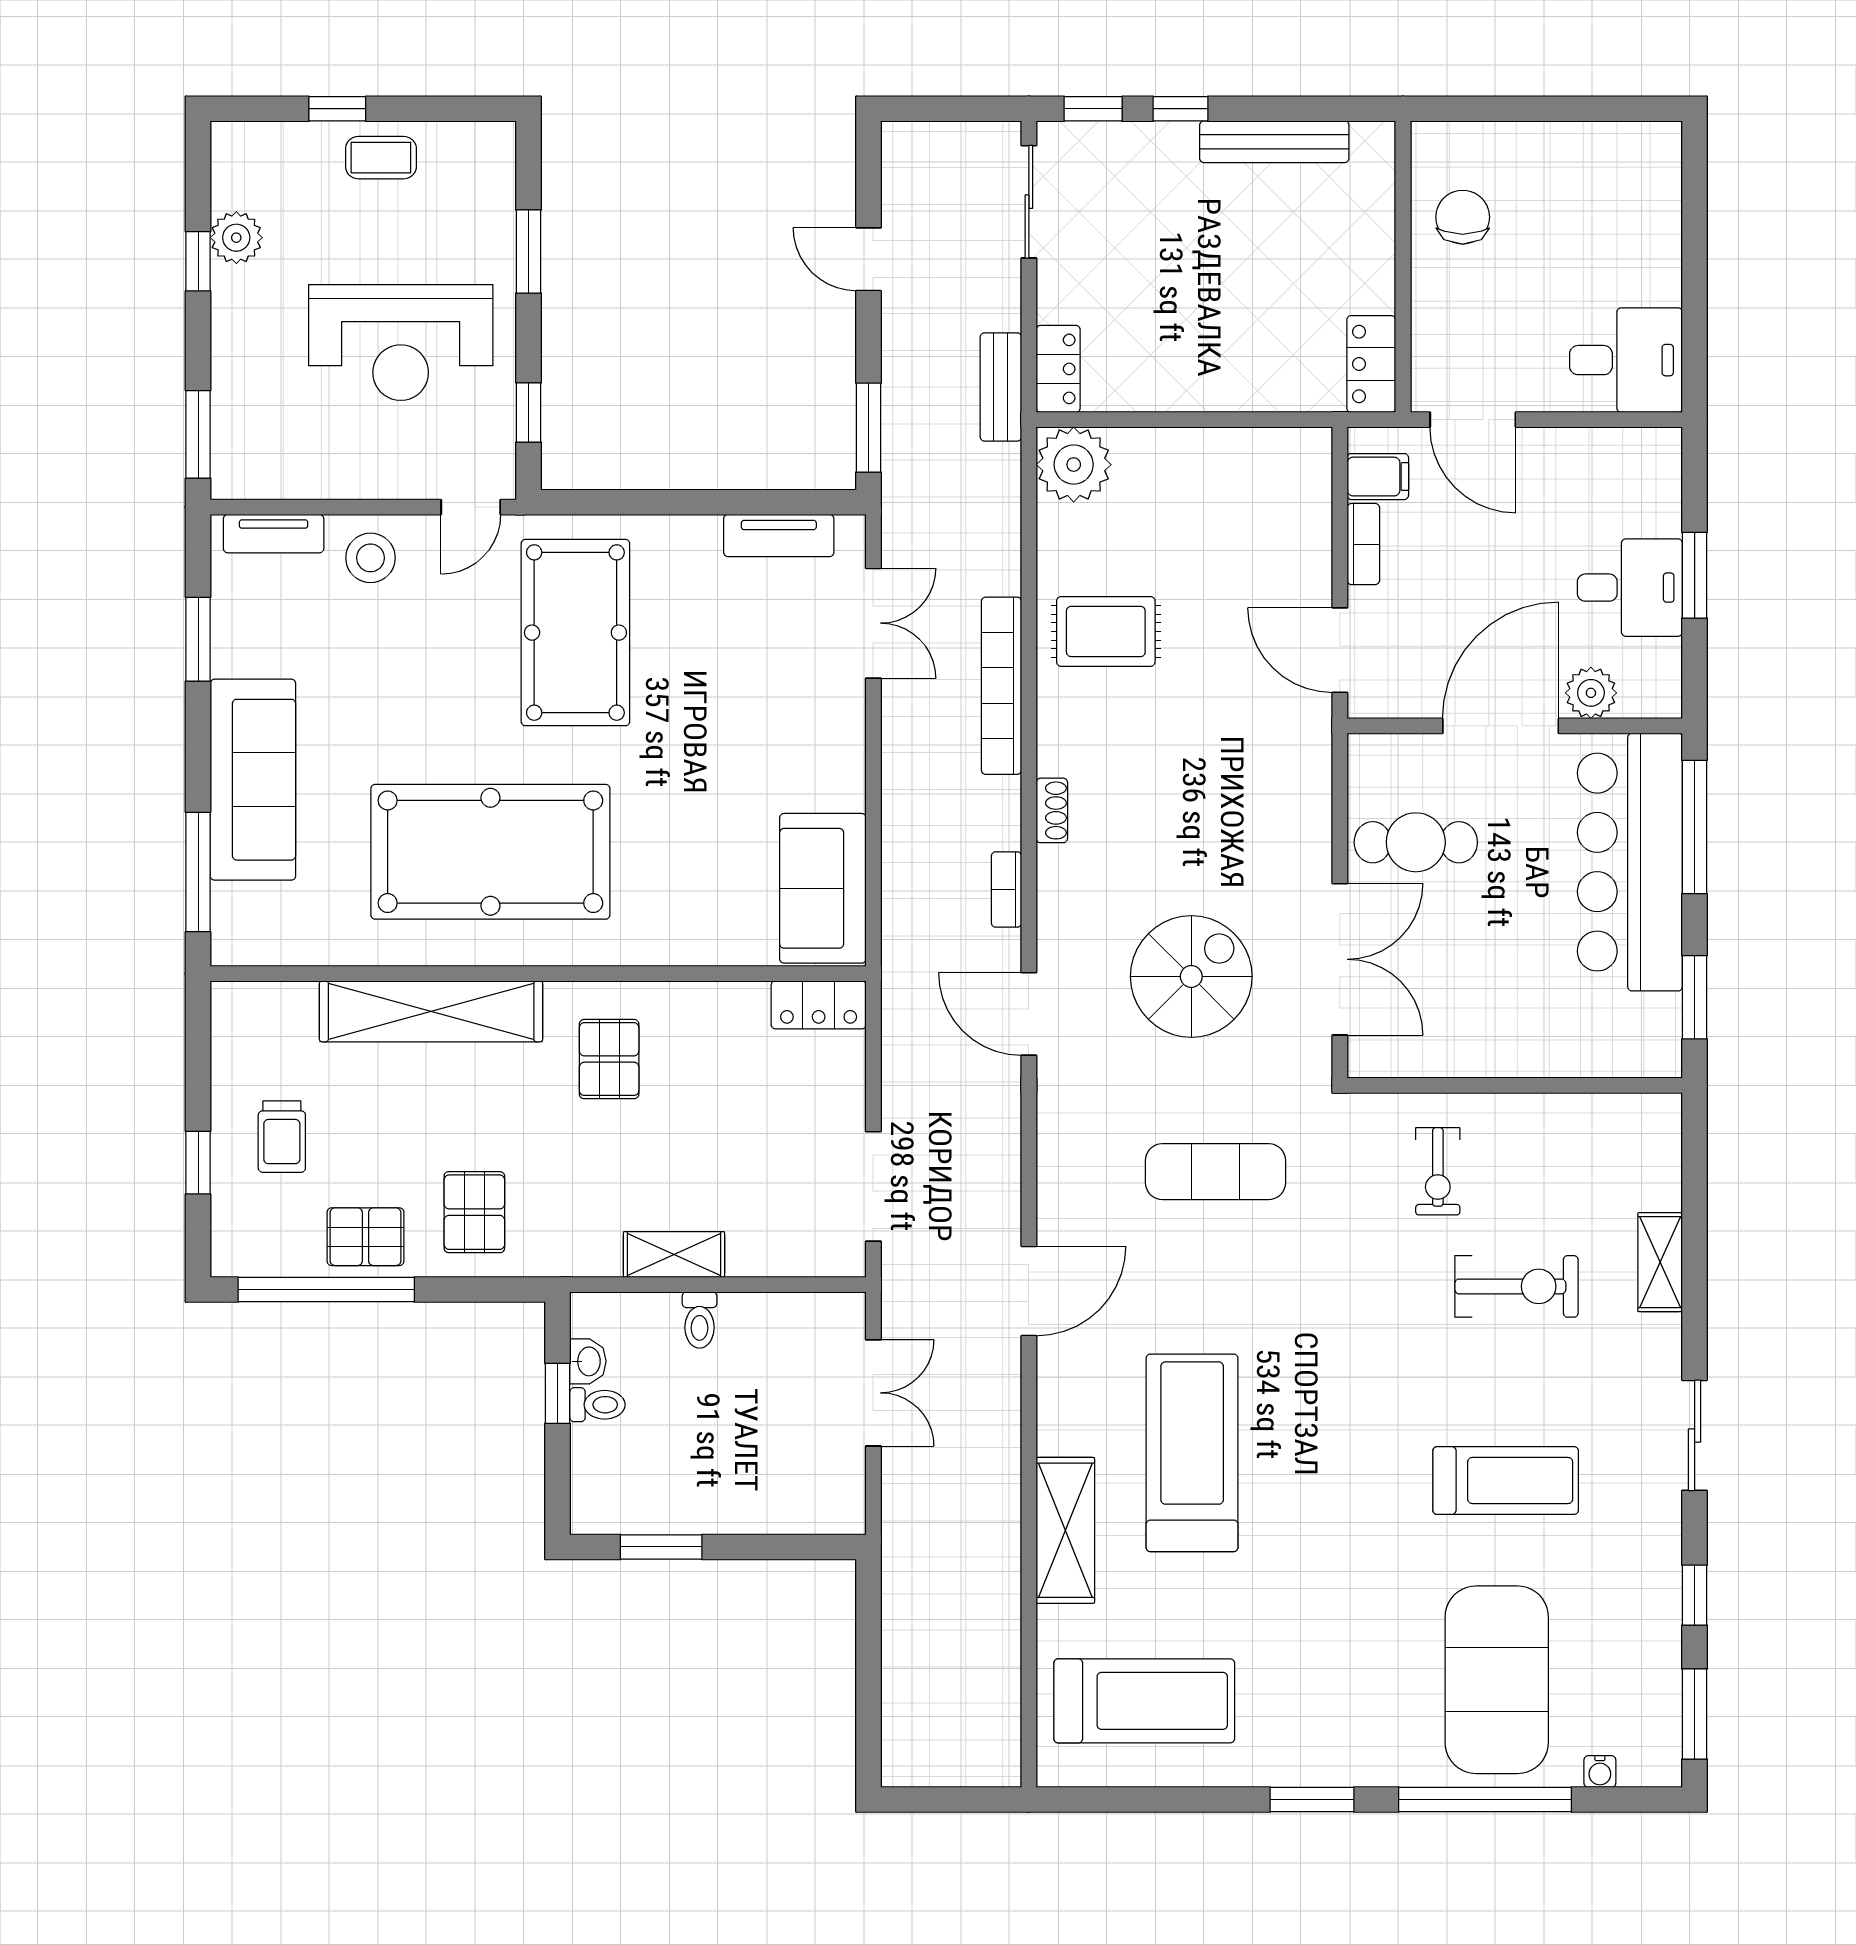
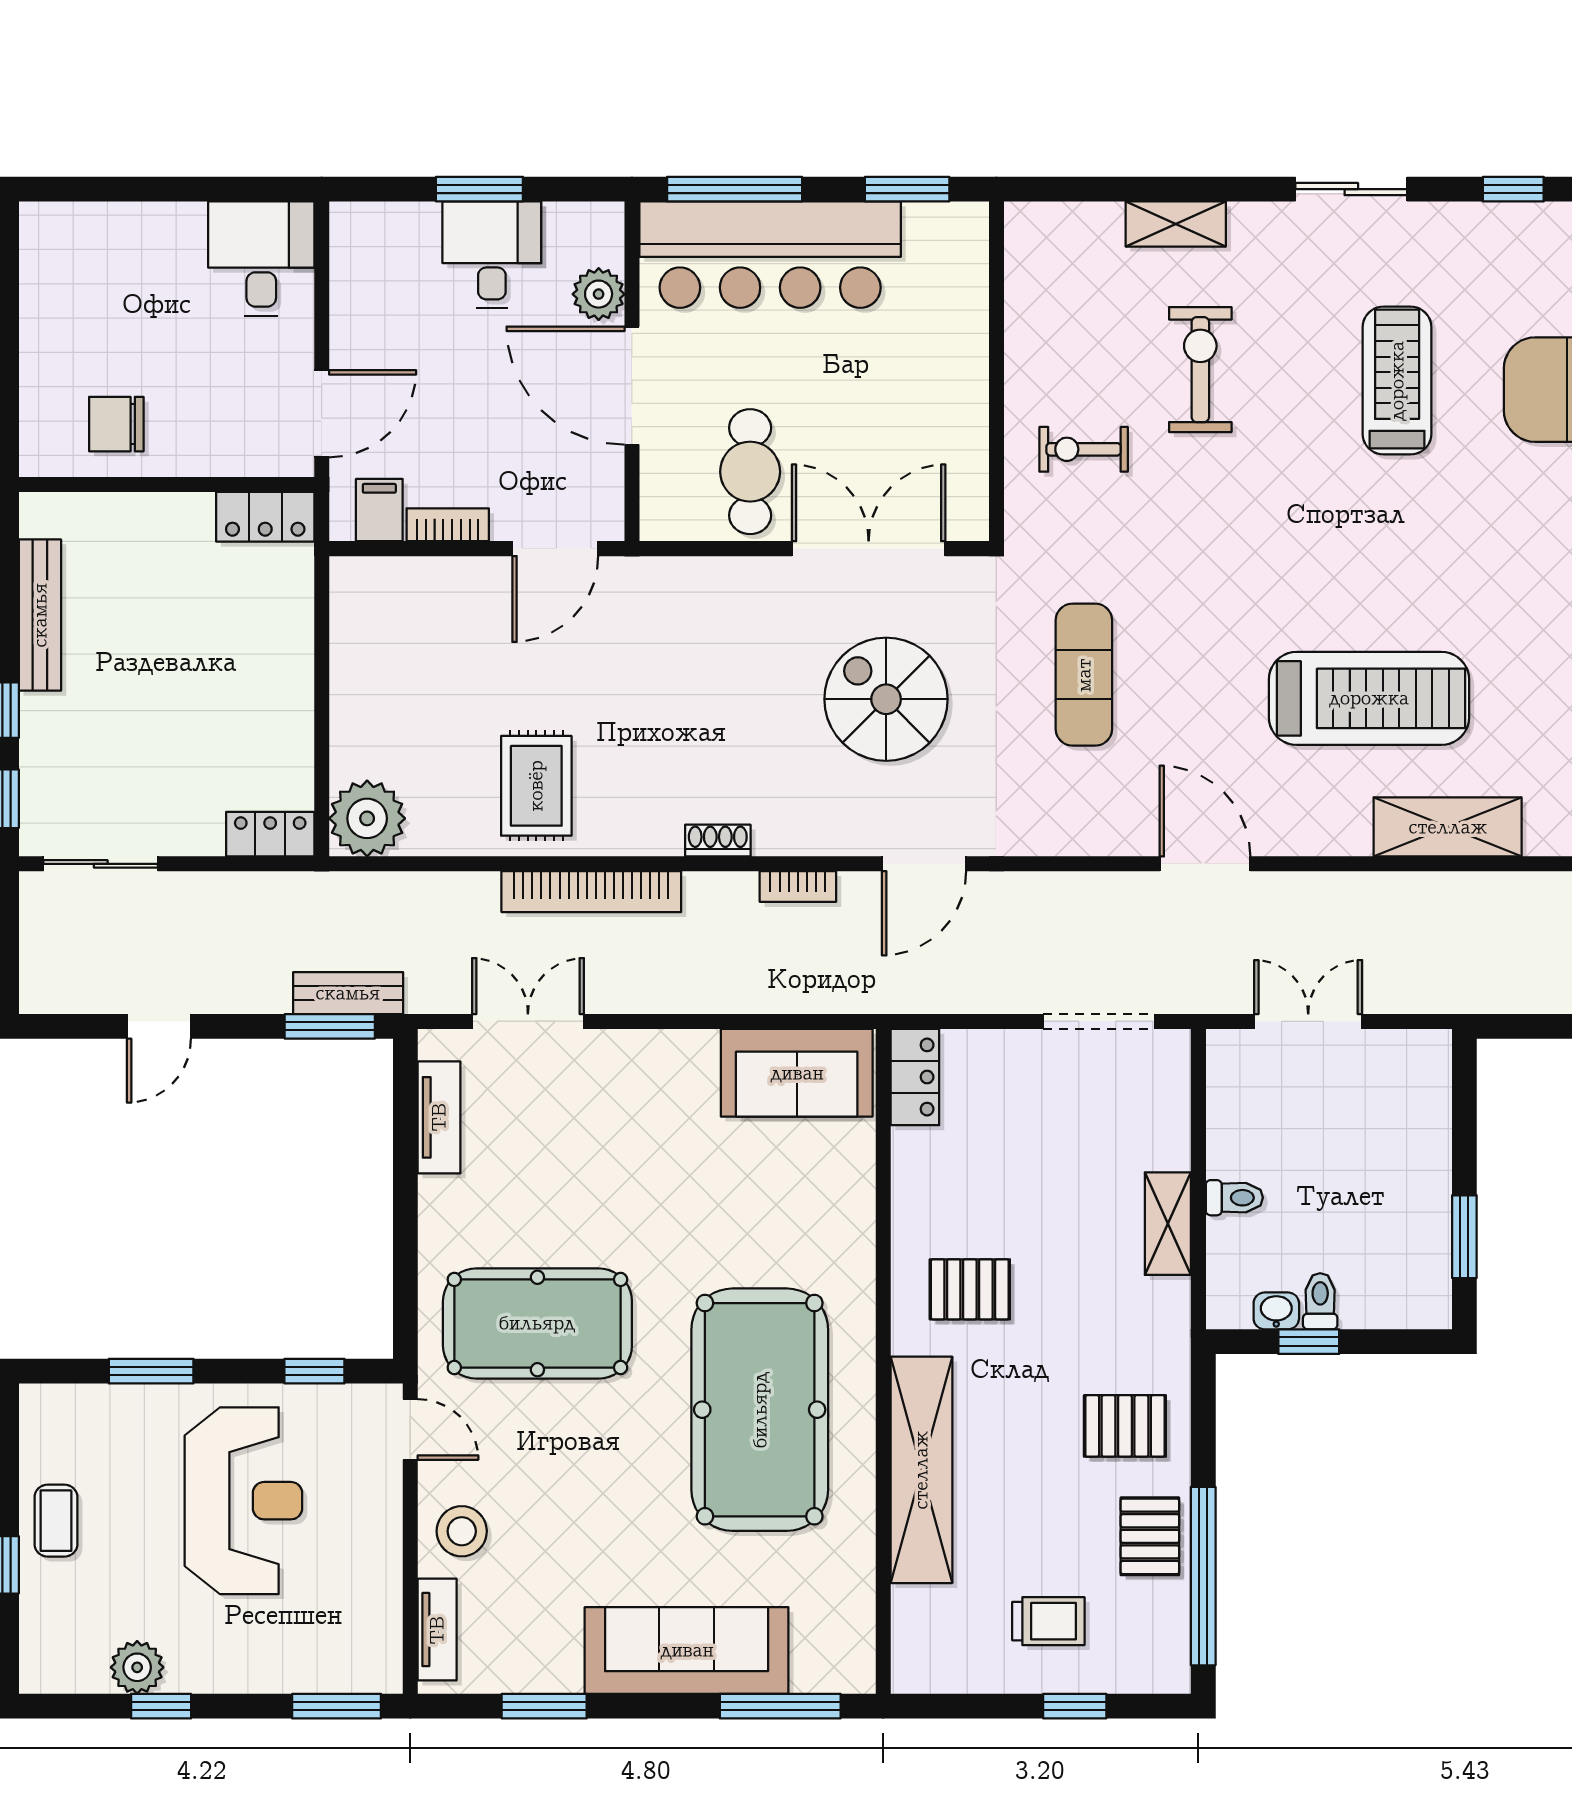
bench: (1001, 387) -> (348, 993), moved
exercise bike: (1438, 1171) -> (1084, 449), turned 180
treadmill: (1192, 1453) -> (1369, 698), turned 180

